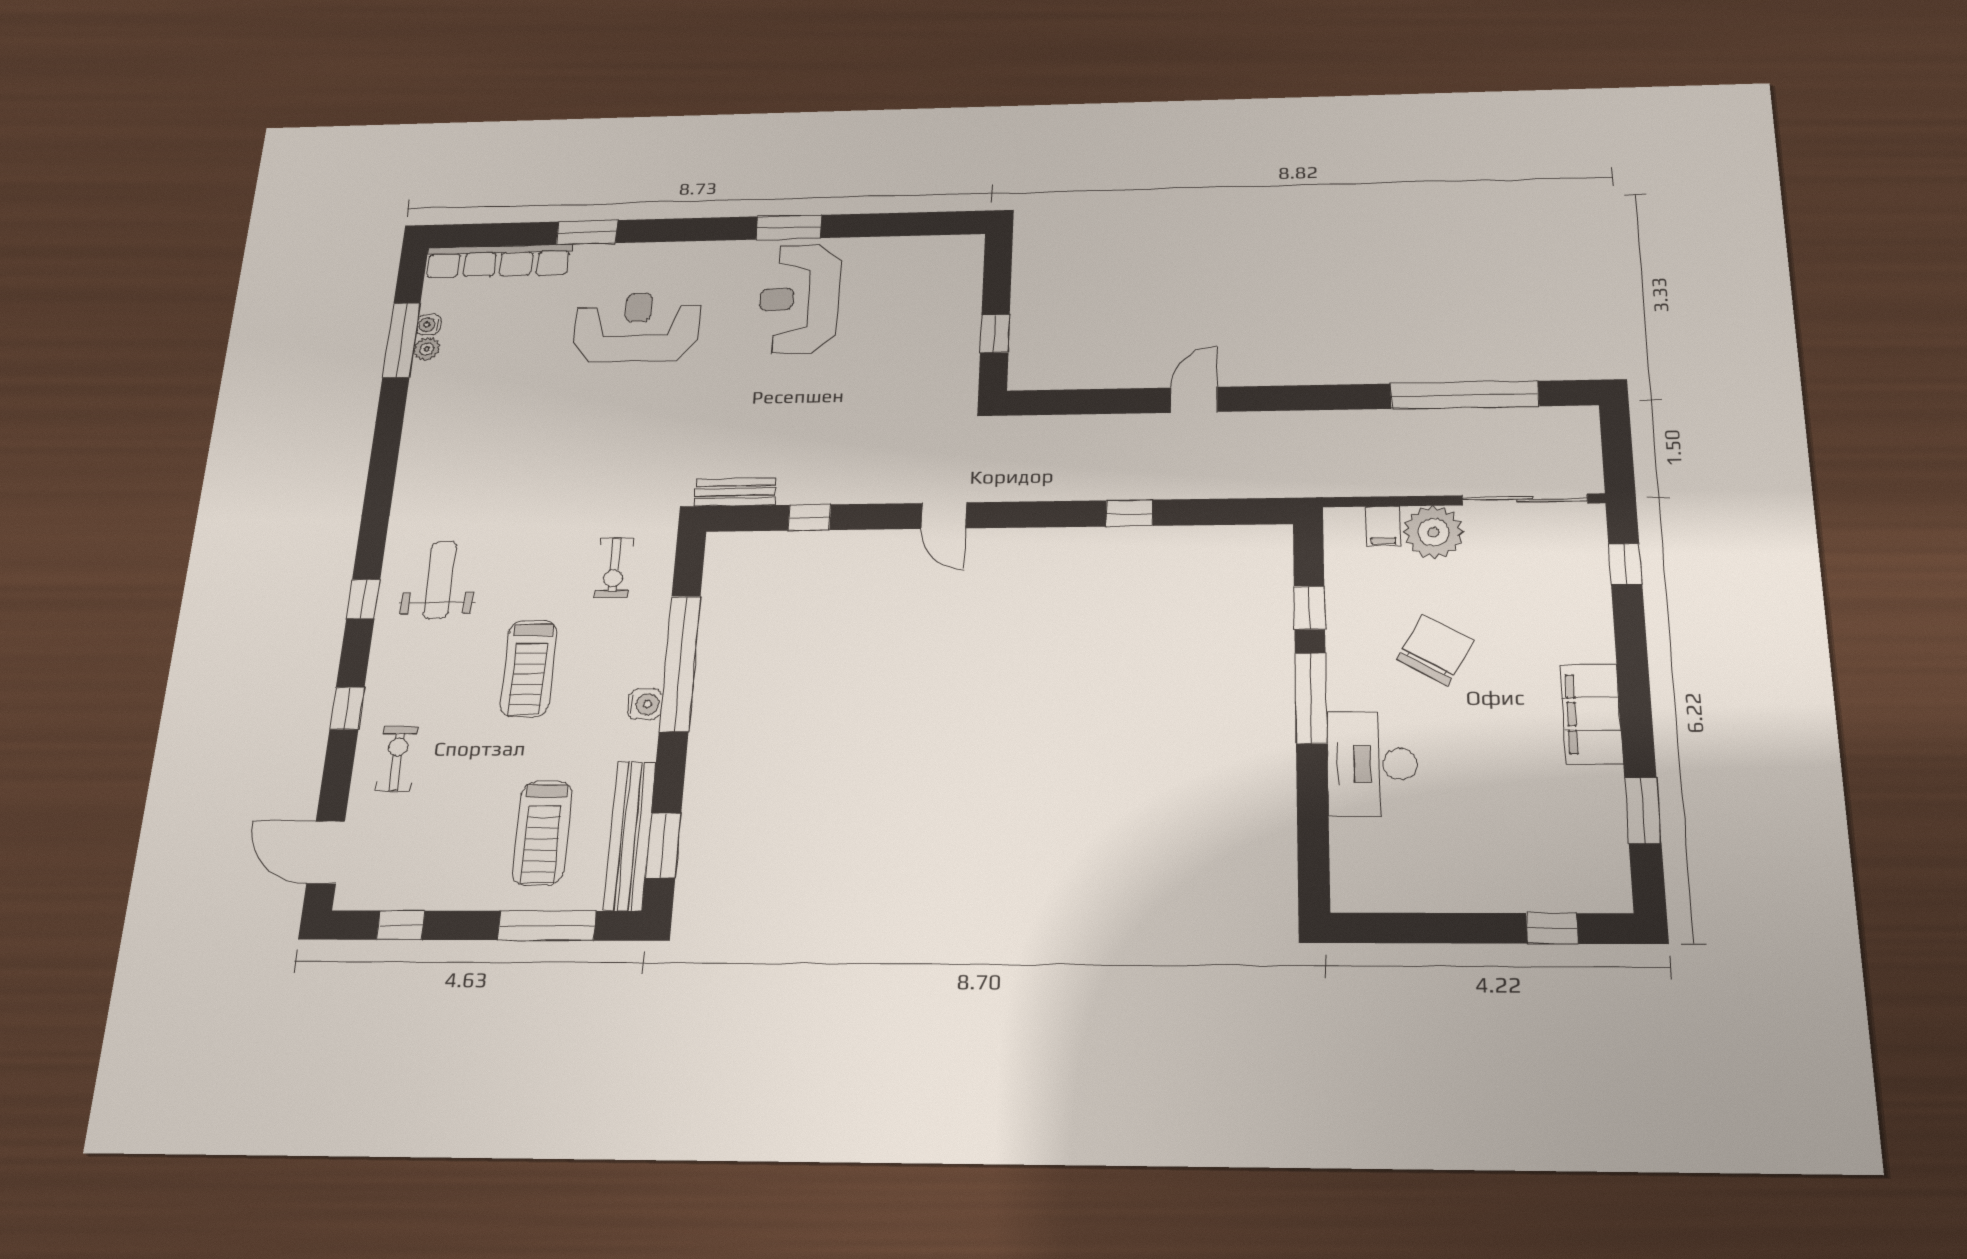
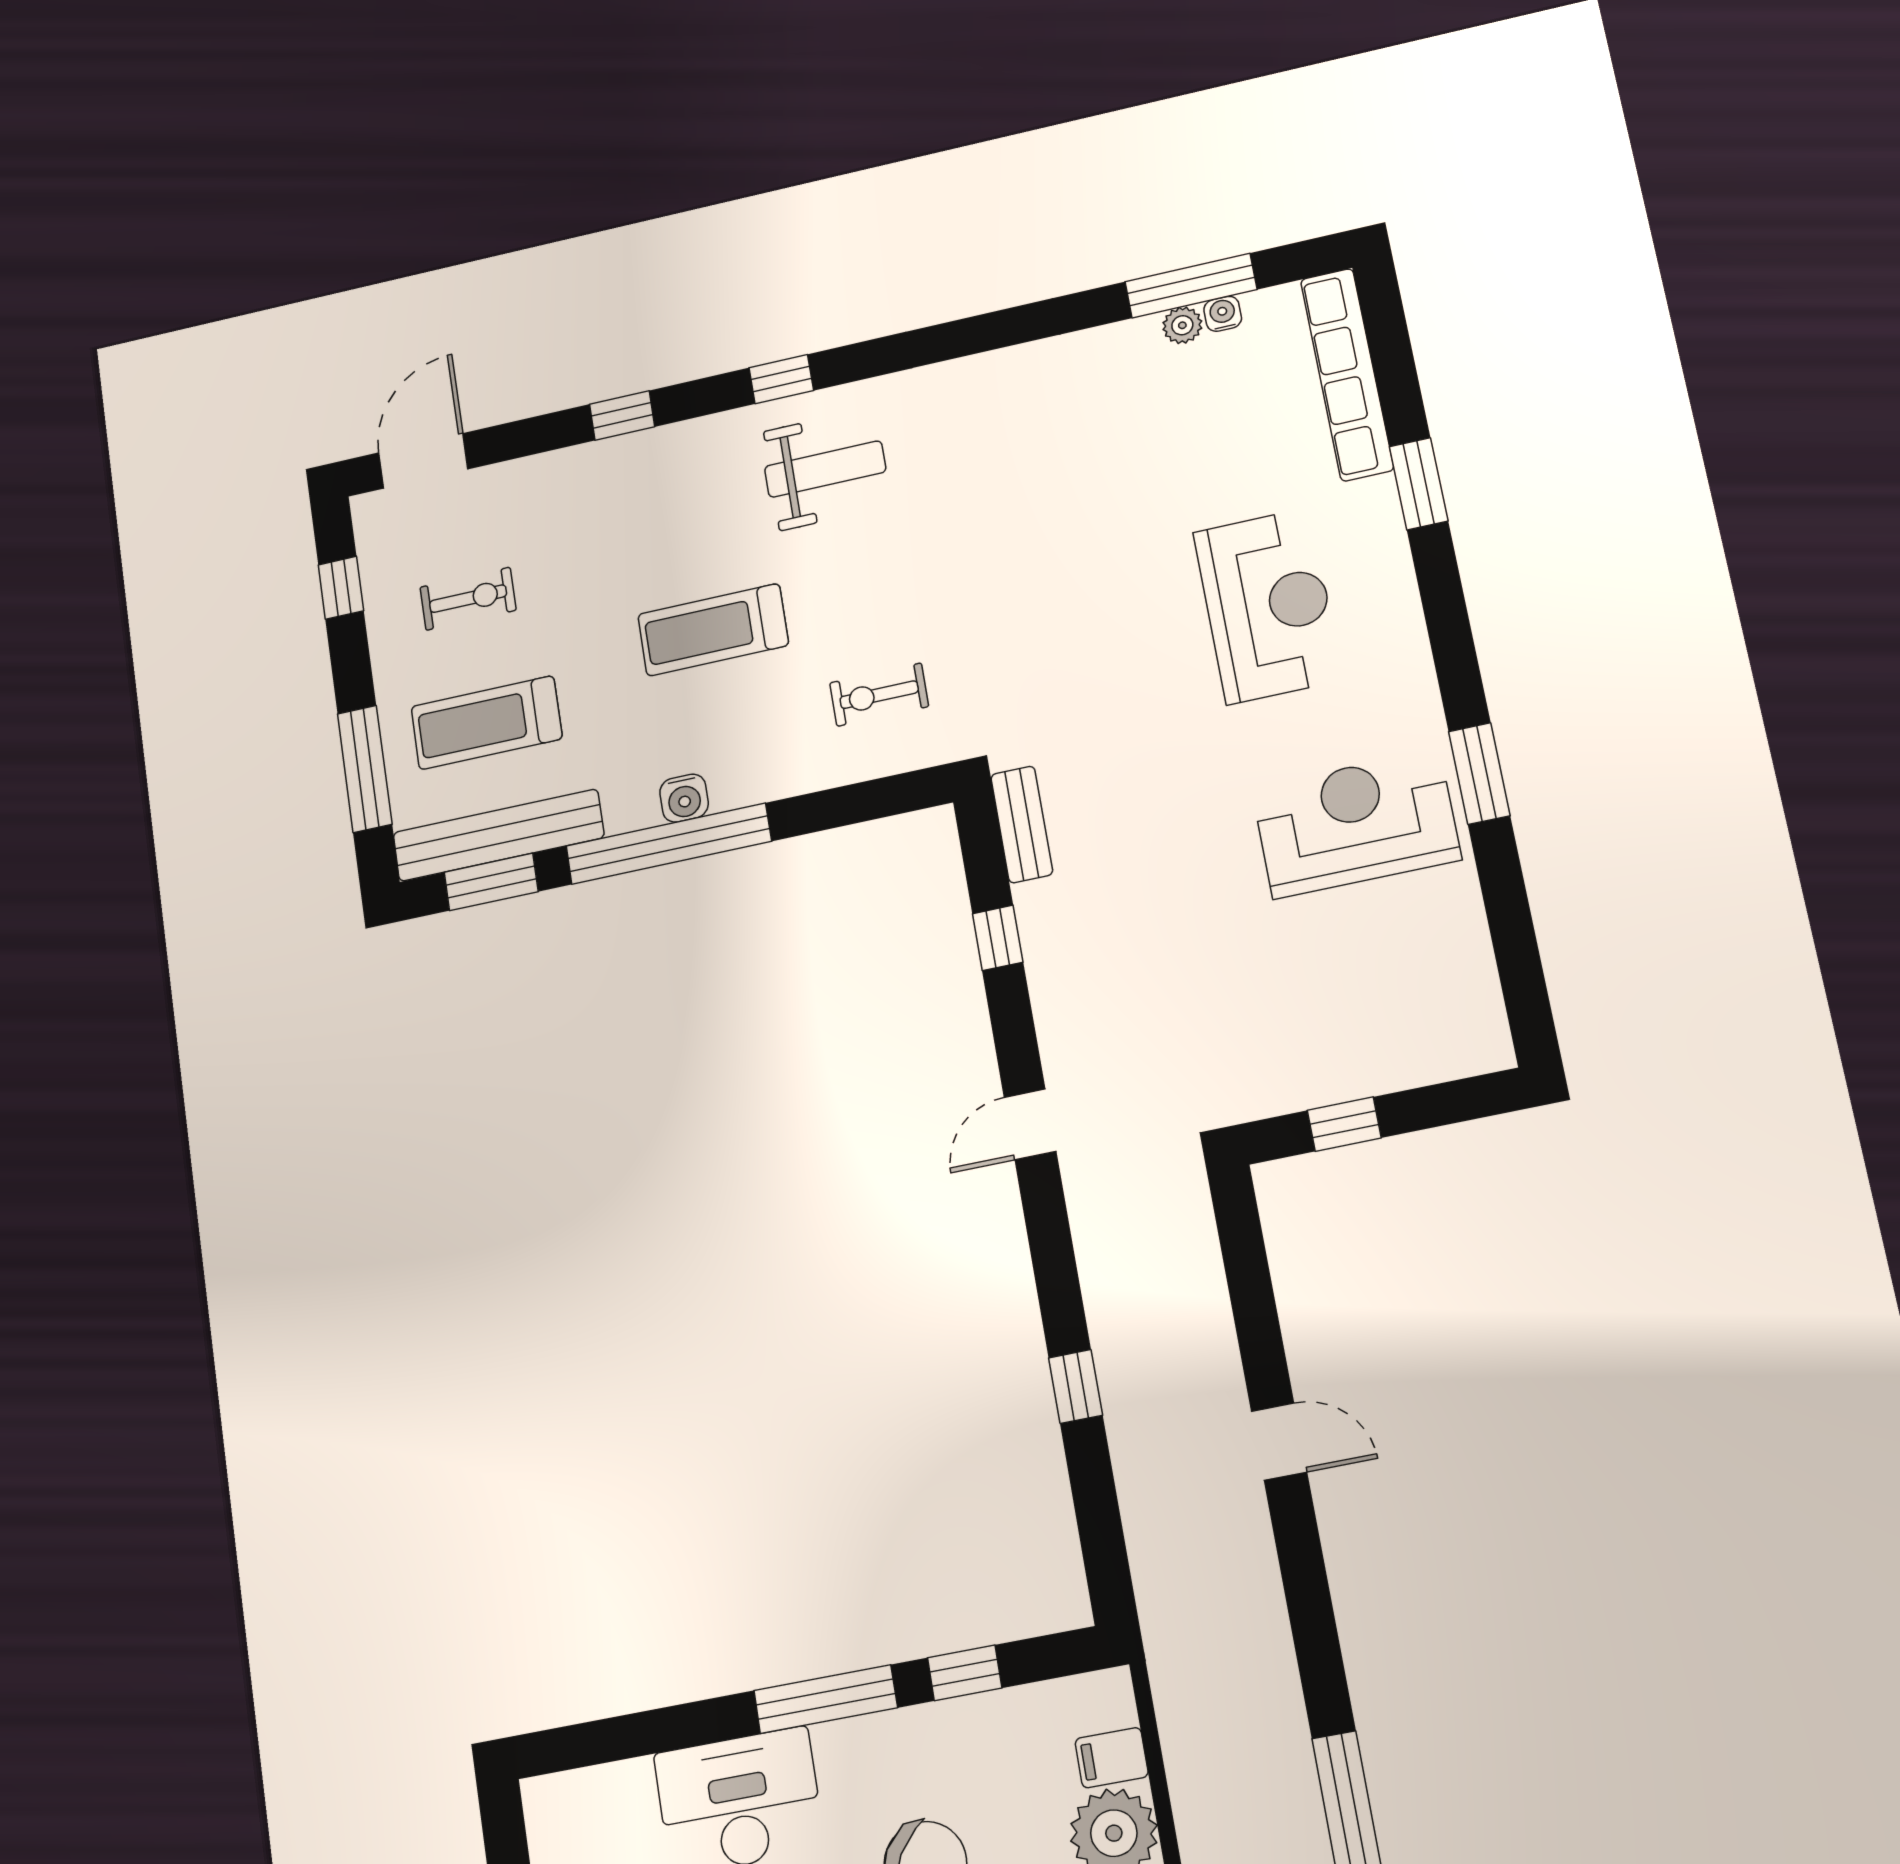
window: (680, 663) -> (669, 844), moved
exercise bike: (397, 759) -> (468, 599), moved

